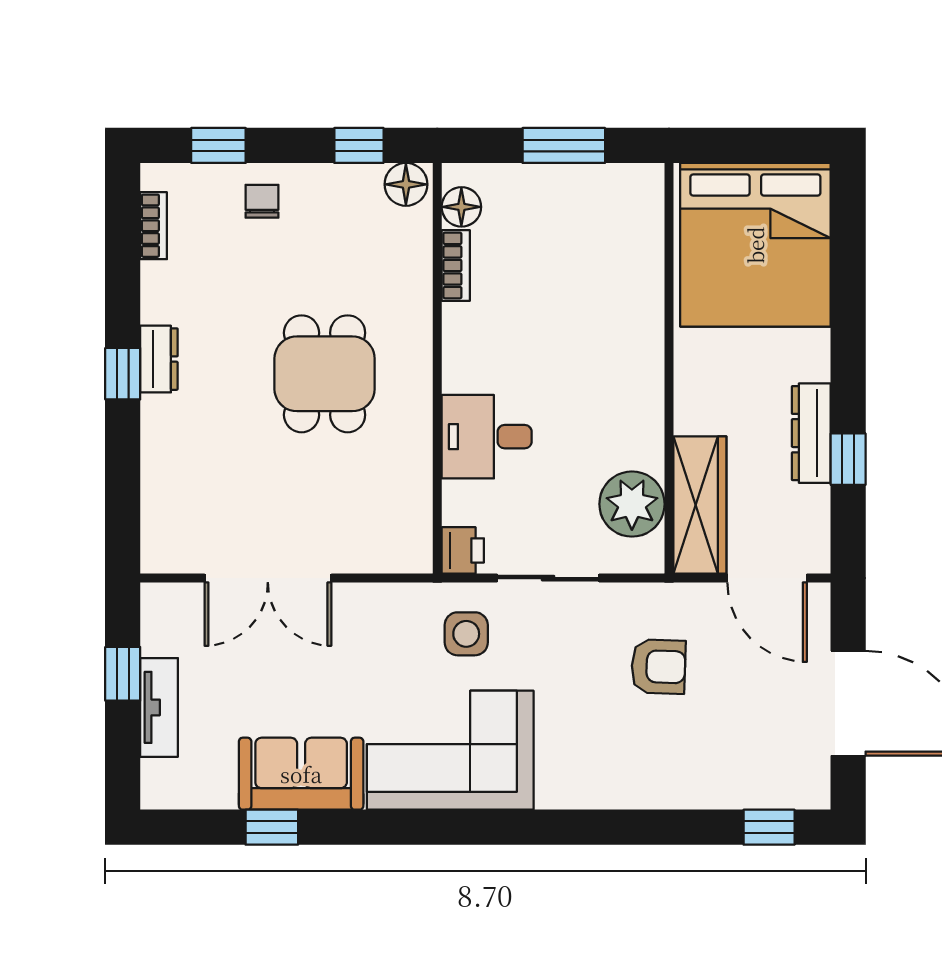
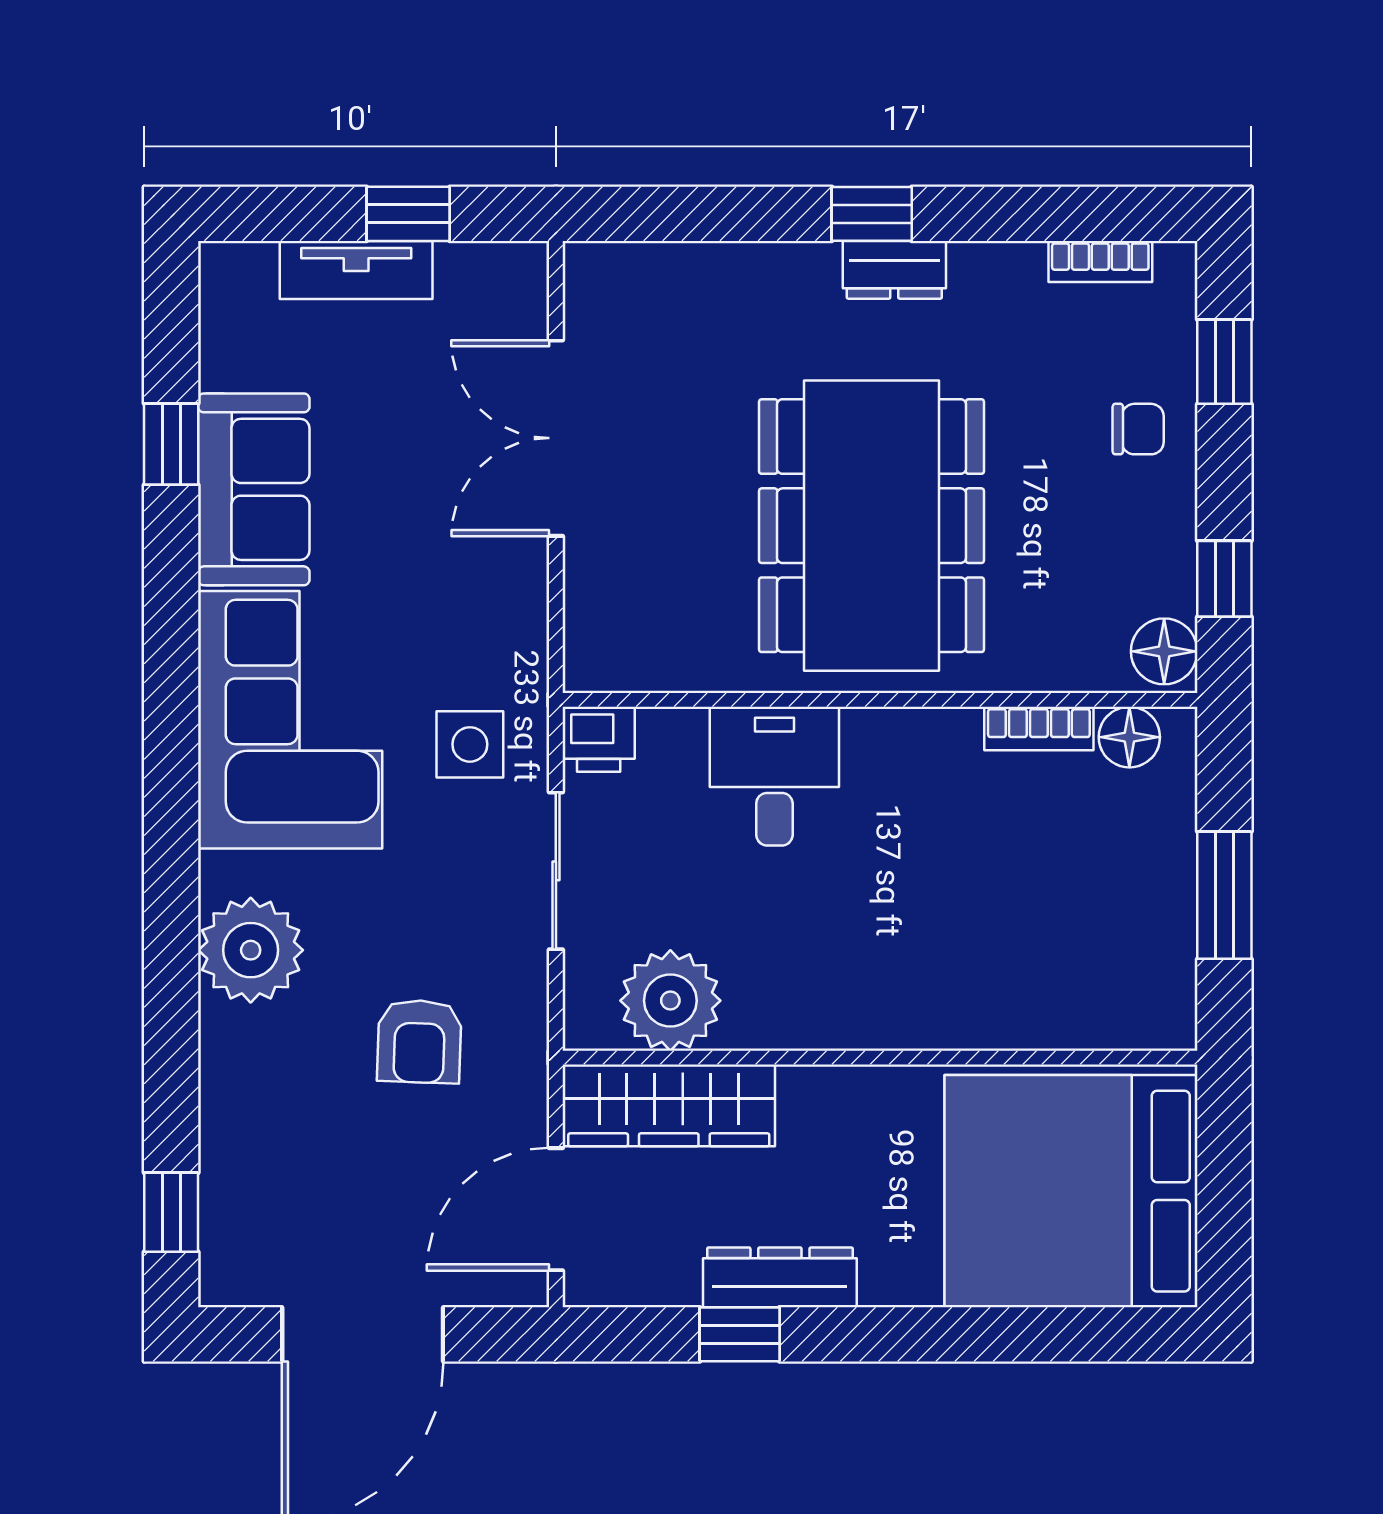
dining table: (325, 374) -> (872, 526), width x1.88, depth x1.24
plant: (599, 776) -> (251, 950), added

